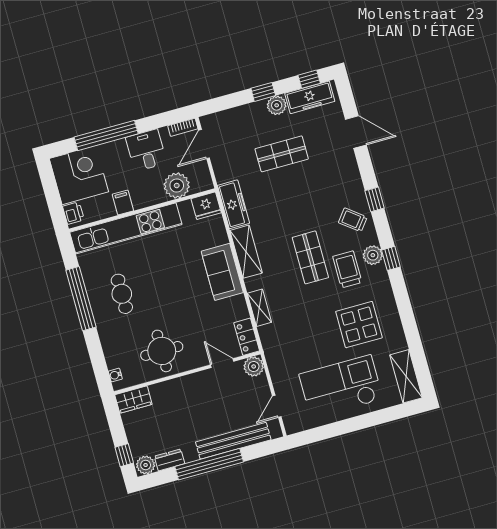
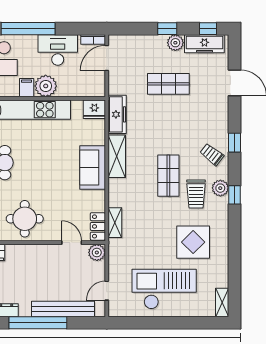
desk: (146, 150) -> (58, 50), width x1.37
plant: (177, 186) -> (46, 86), moved
trolley: (347, 269) -> (196, 194), turned 180
shelving: (259, 308) -> (115, 223), moved
shelving: (406, 376) -> (222, 303), width x0.67, depth x0.75

